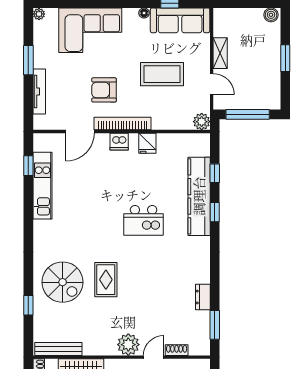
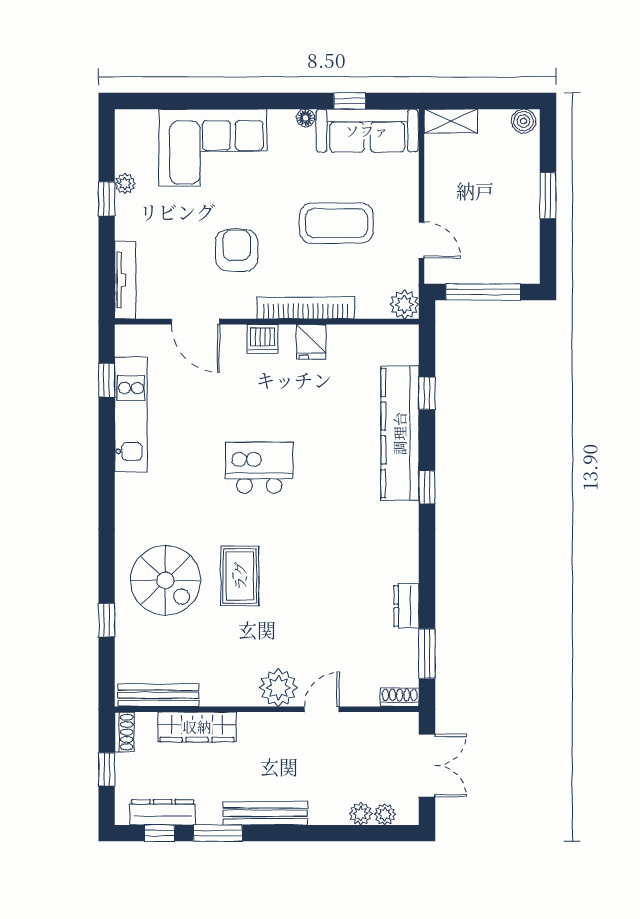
plant: (39, 14) -> (125, 184), moved
shelving: (220, 53) -> (451, 121), moved, turned 90
window: (28, 60) -> (107, 199), width x0.67
armchair: (104, 90) -> (237, 250), turned 90
tv unit: (39, 92) -> (125, 280), moved
bookcase: (123, 124) -> (306, 308), moved
door: (80, 132) -> (195, 322), hinge flipped
window: (215, 212) -> (427, 487), moved
kitchen island: (144, 220) -> (259, 468), moved, turned 180
shoe rack: (177, 350) -> (400, 697), moved

